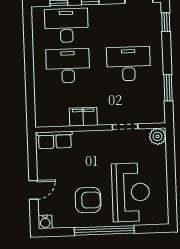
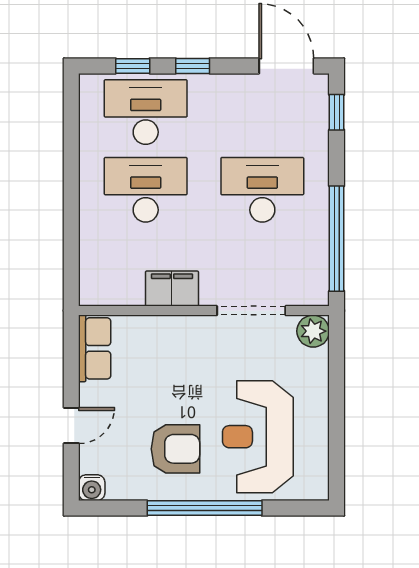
window: (168, 88) -> (337, 239), width x2.11
doorway: (125, 127) -> (251, 311), width x1.38
row of seats: (55, 140) -> (95, 348), moved, turned -90
reception desk: (131, 192) -> (258, 437), turned 180

